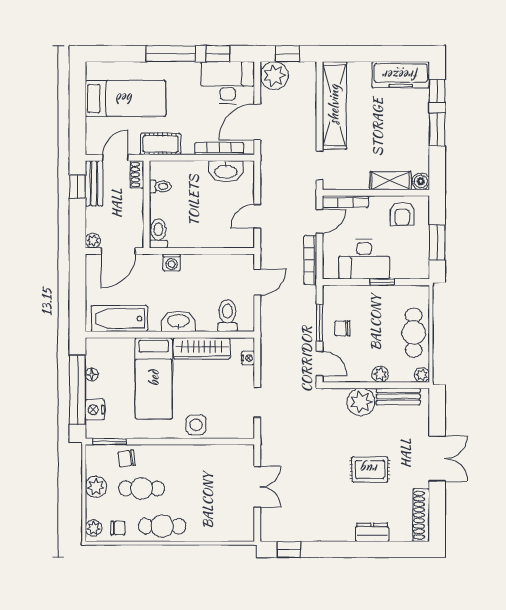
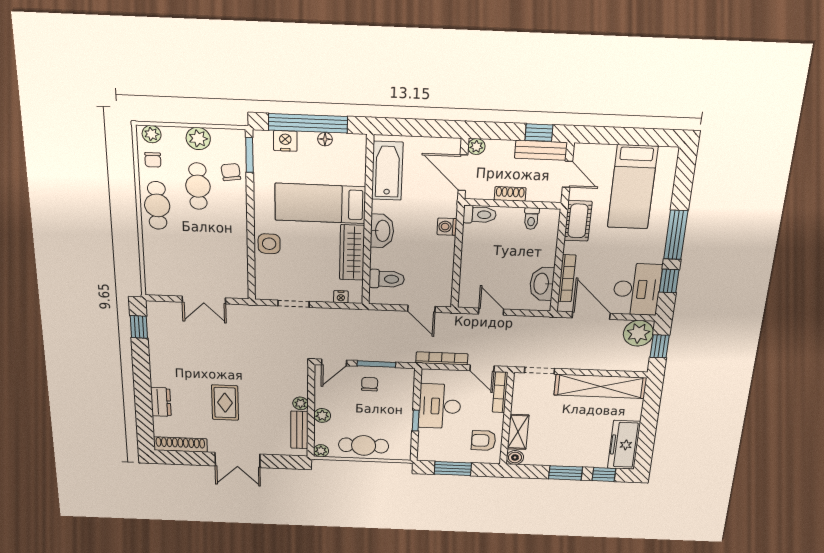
shoe rack: (137, 175) -> (510, 194), moved
plant: (361, 402) -> (300, 403), width x0.53, depth x0.53

